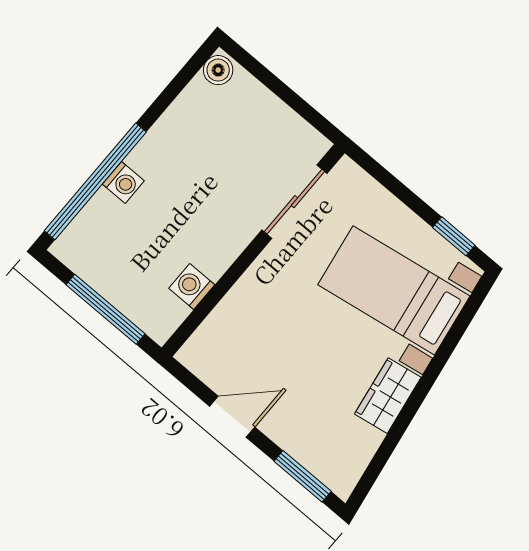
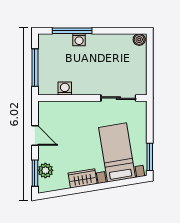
window: (95, 181) -> (72, 31), width x0.68
window: (454, 236) -> (150, 157), width x1.50
plant: (314, 452) -> (45, 170), added

